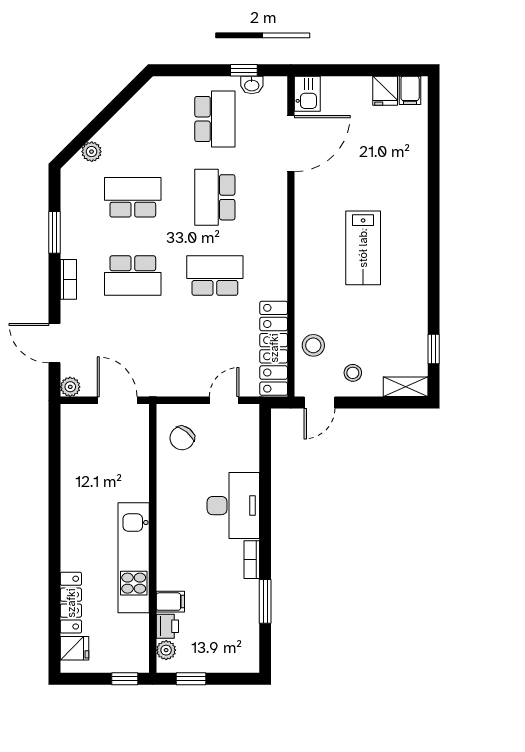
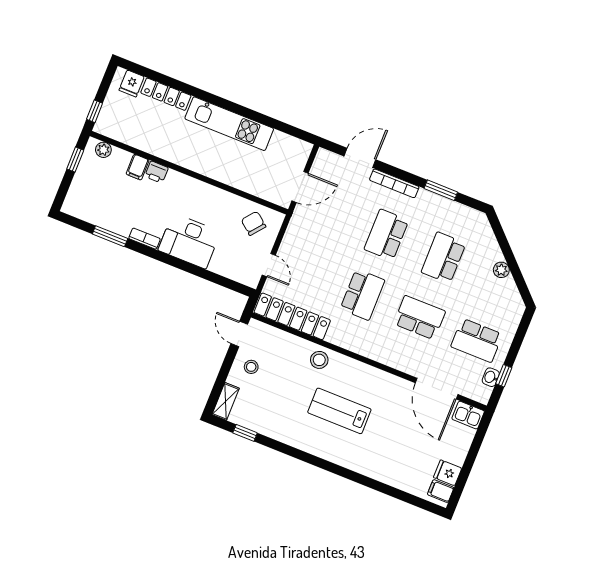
plant: (92, 152) -> (501, 270), moved
school desk: (133, 197) -> (444, 258), turned 180
bookcase: (68, 279) -> (394, 183), width x1.56
stool: (313, 345) -> (319, 360), moved
plant: (70, 387) -> (323, 157), removed
kitchen unit: (134, 558) -> (229, 124), moved, turned 180
printer: (167, 626) -> (156, 172), moved

